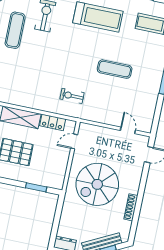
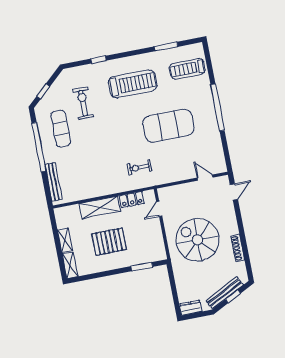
exercise mat: (115, 69) -> (168, 126), width x2.00, depth x1.45
spiral stairs: (97, 184) -> (198, 240), turned 90

